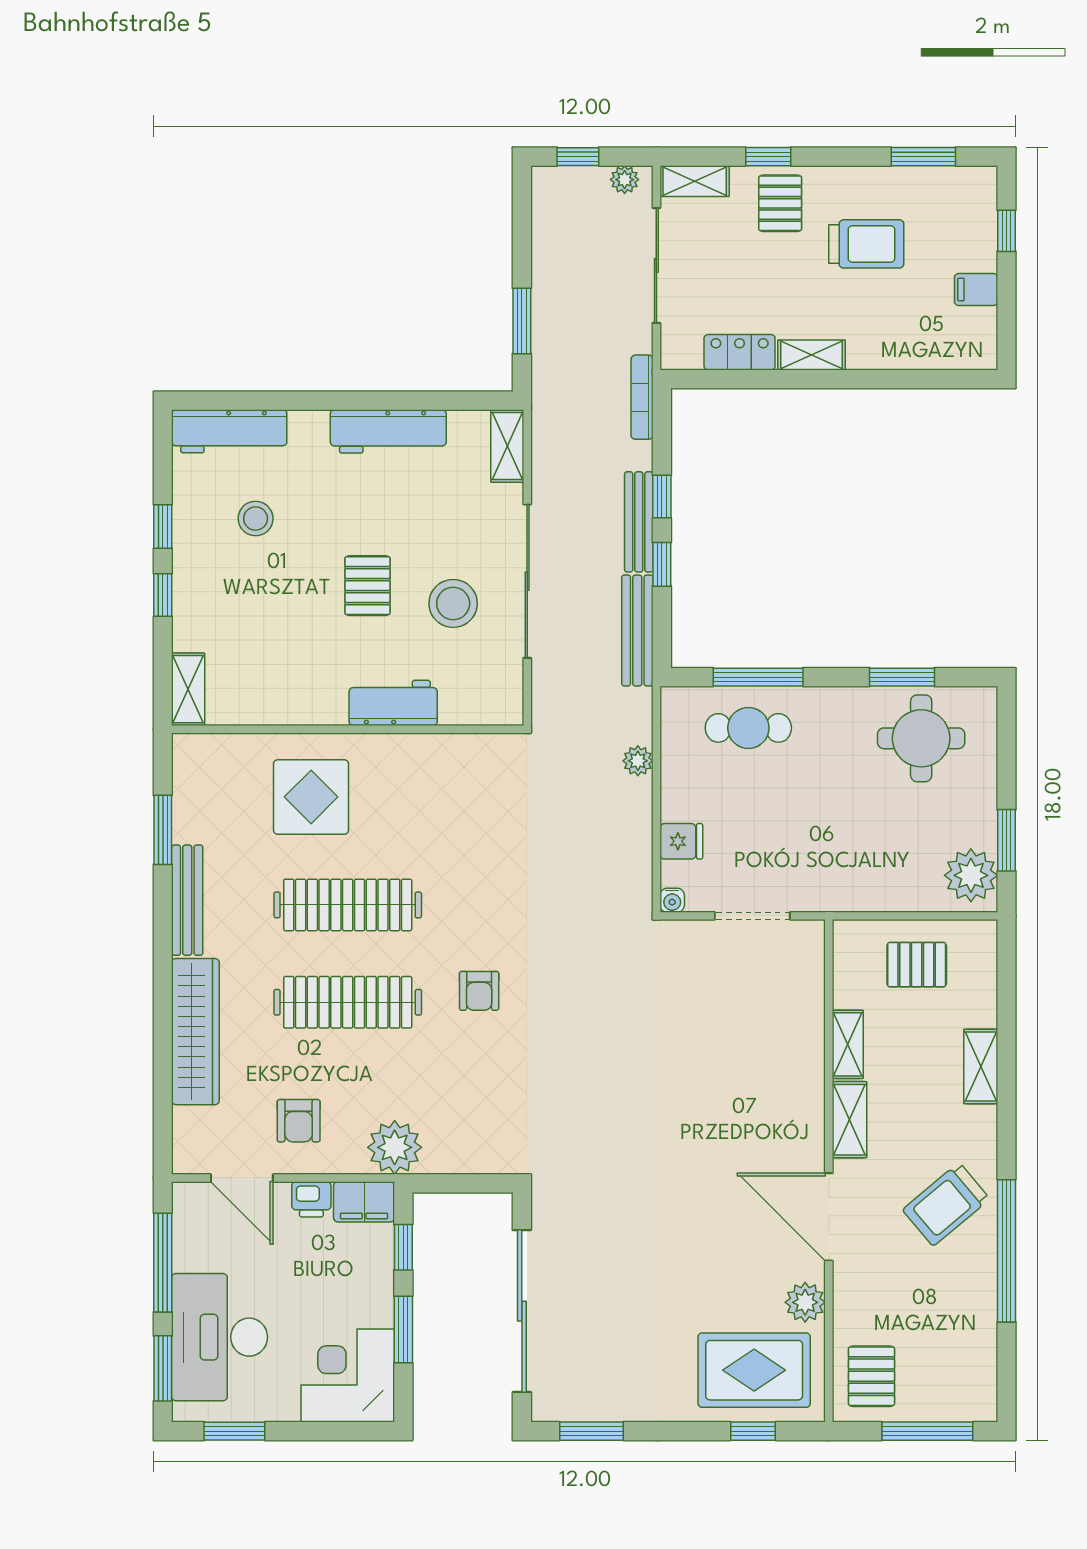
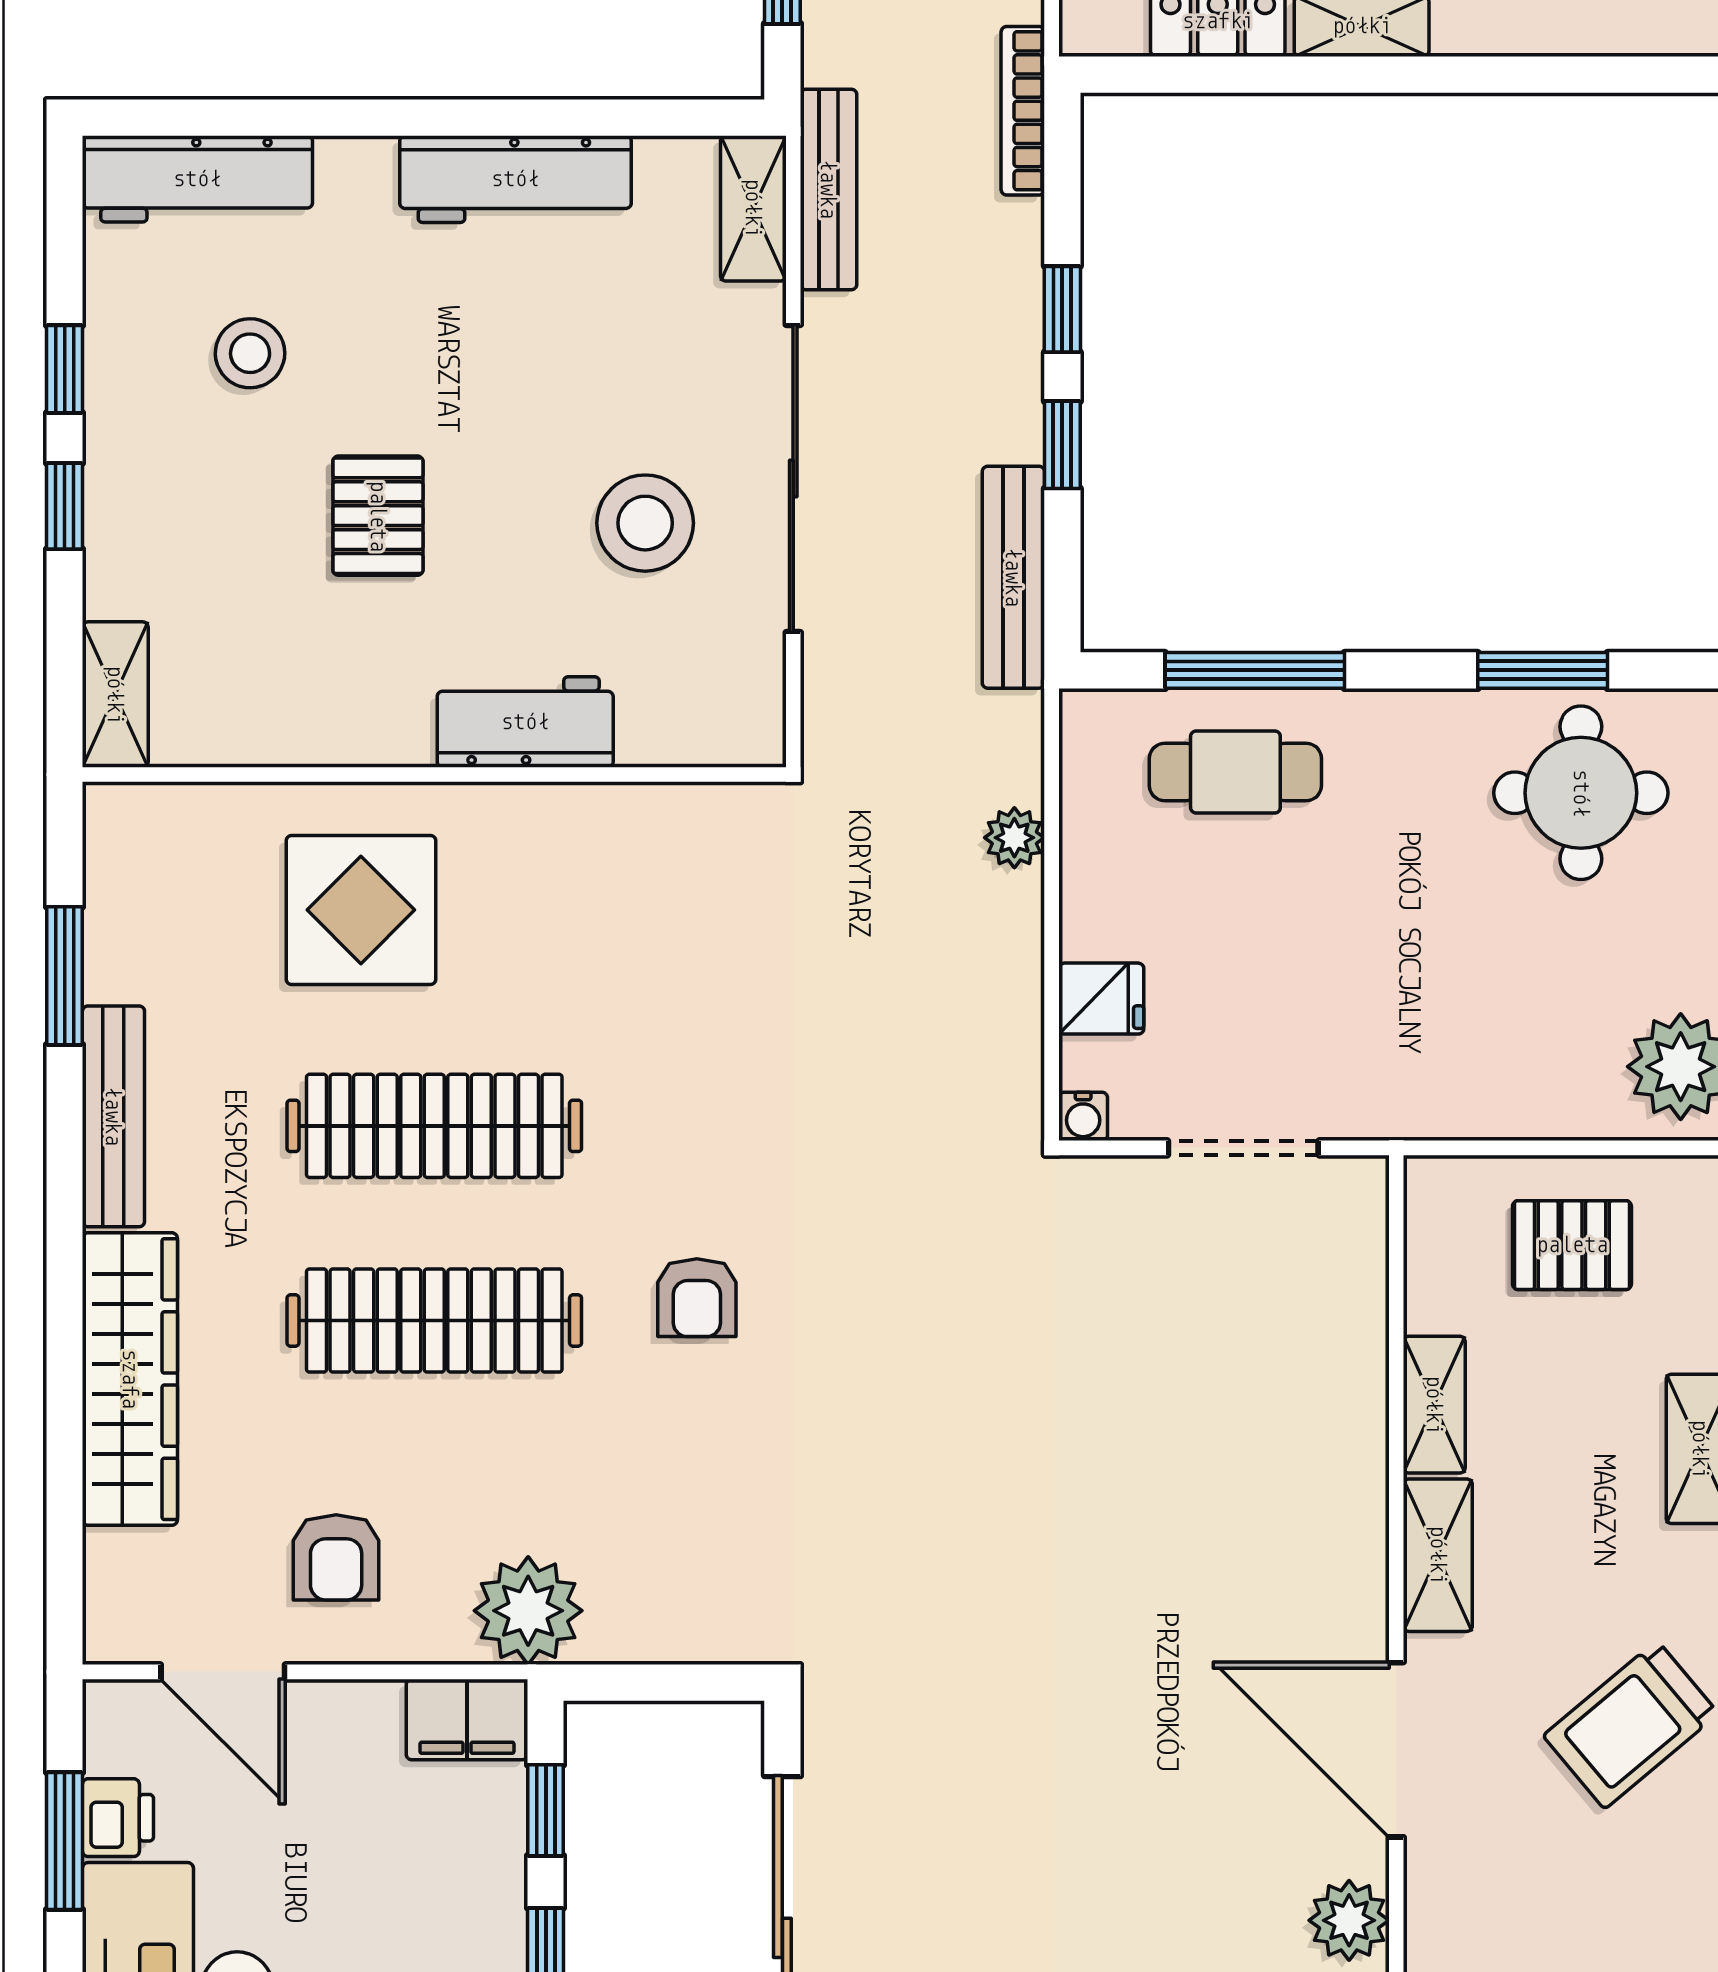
bench: (639, 522) -> (828, 189), moved
pallet: (368, 586) -> (378, 516), moved
printer: (311, 1199) -> (118, 1818), moved, turned -90
window: (163, 1263) -> (65, 1841), width x0.69

